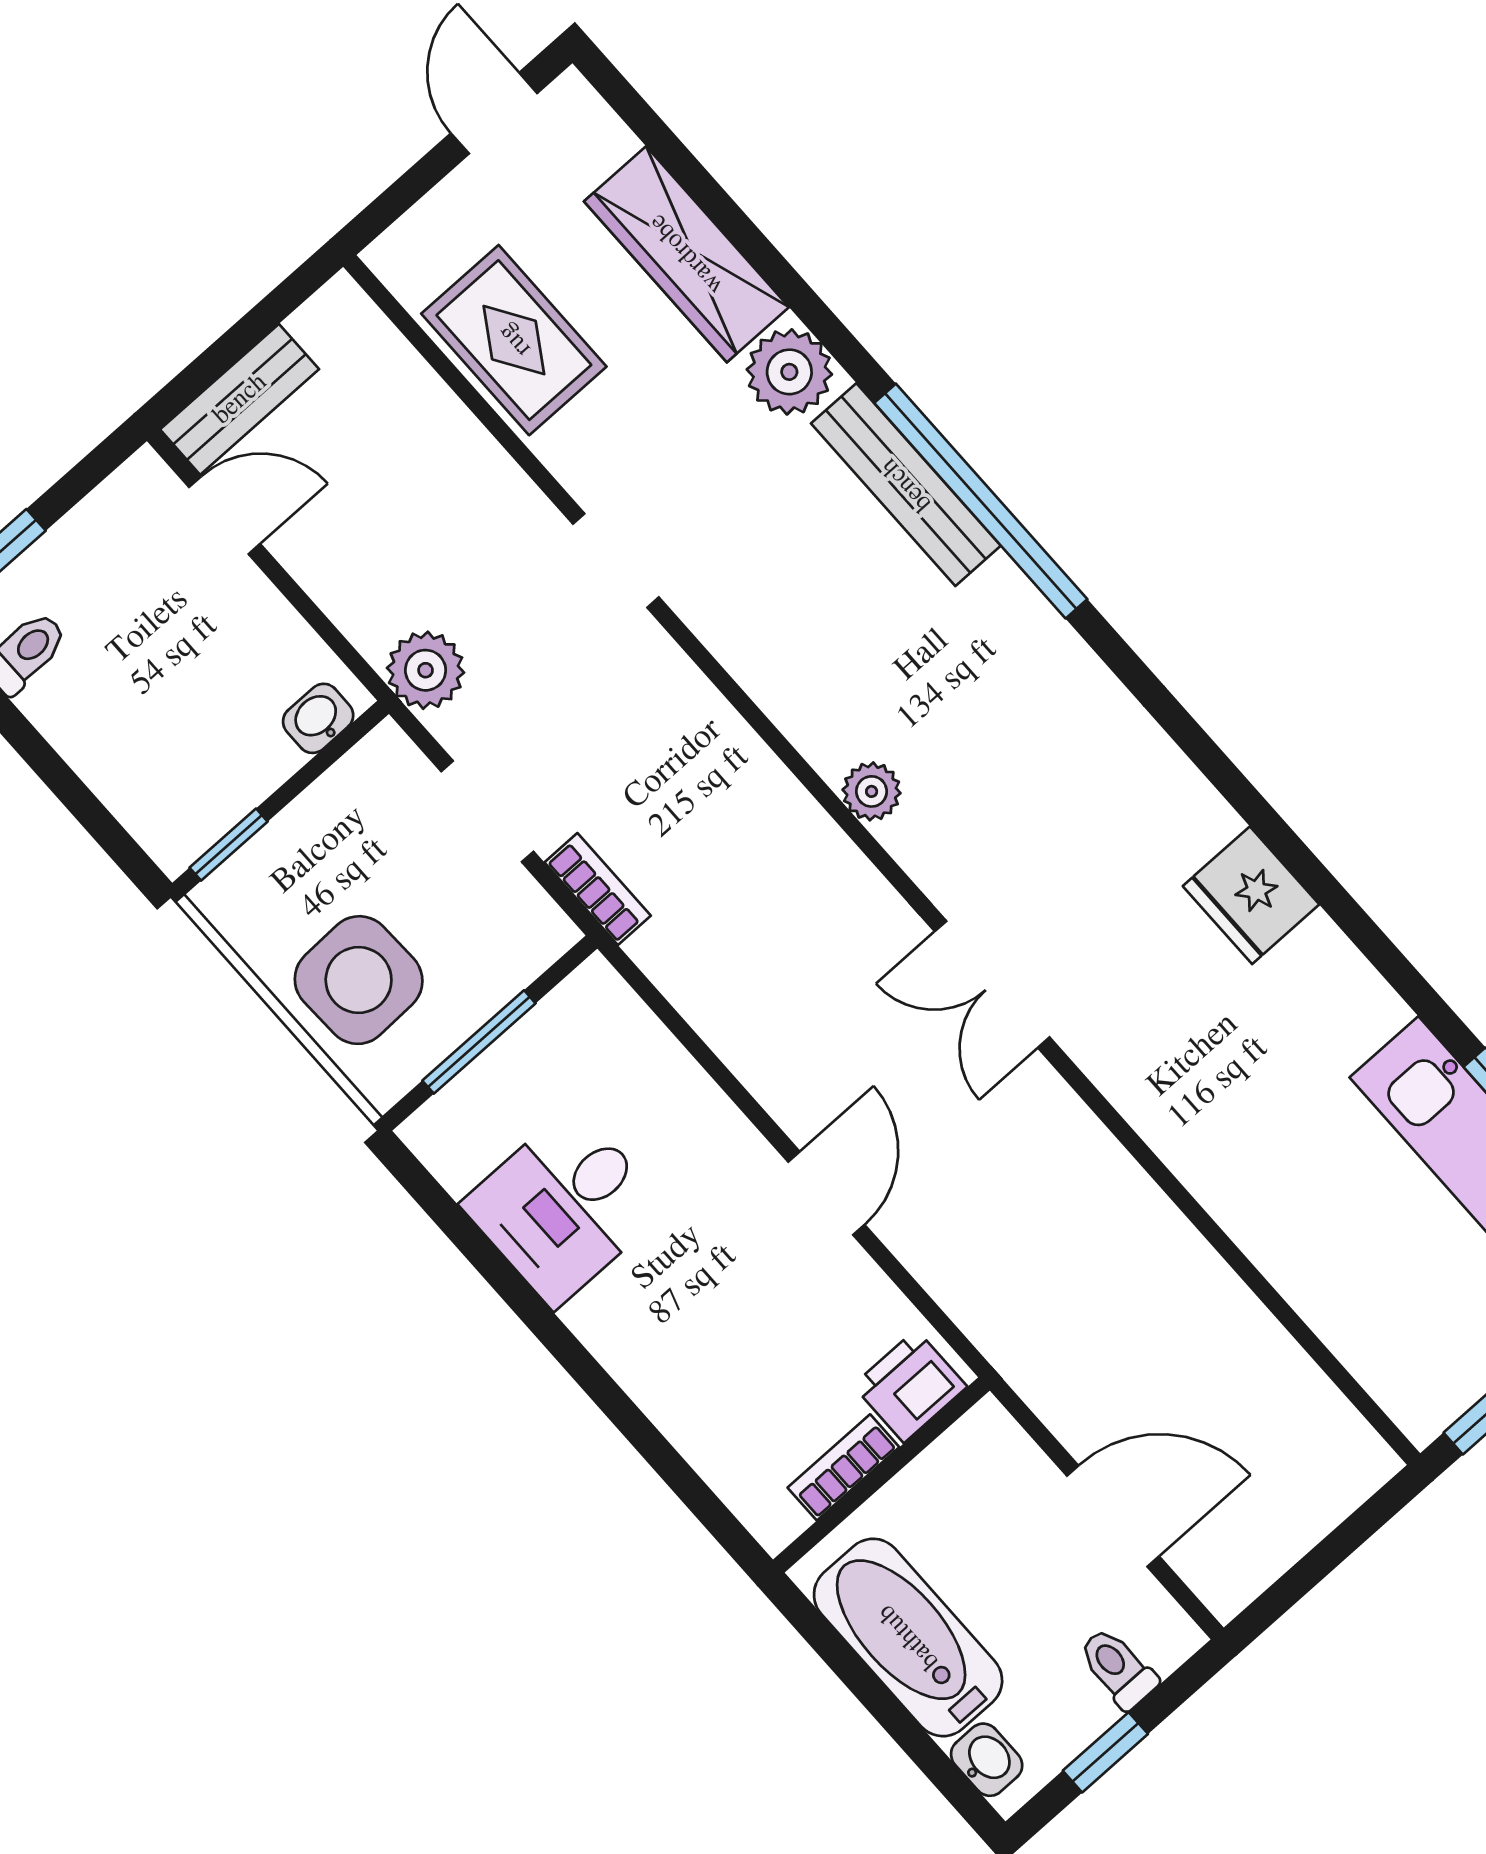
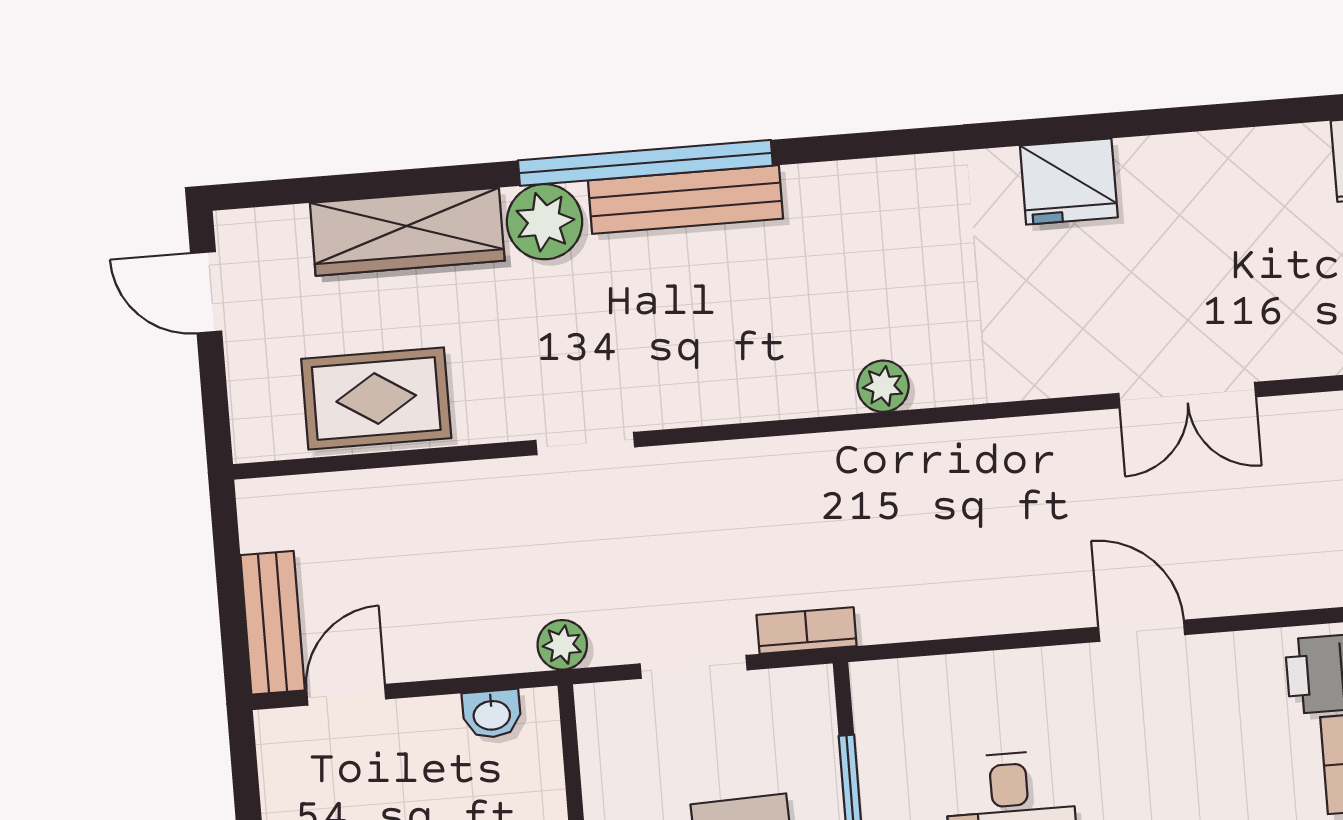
window: (981, 501) -> (645, 163), moved
plant: (426, 670) -> (562, 645), width x0.73, depth x0.73
washbasin: (318, 718) -> (492, 714), moved, turned -90
fridge: (1251, 895) -> (1069, 182), moved
double door: (992, 984) -> (1187, 395), moved

